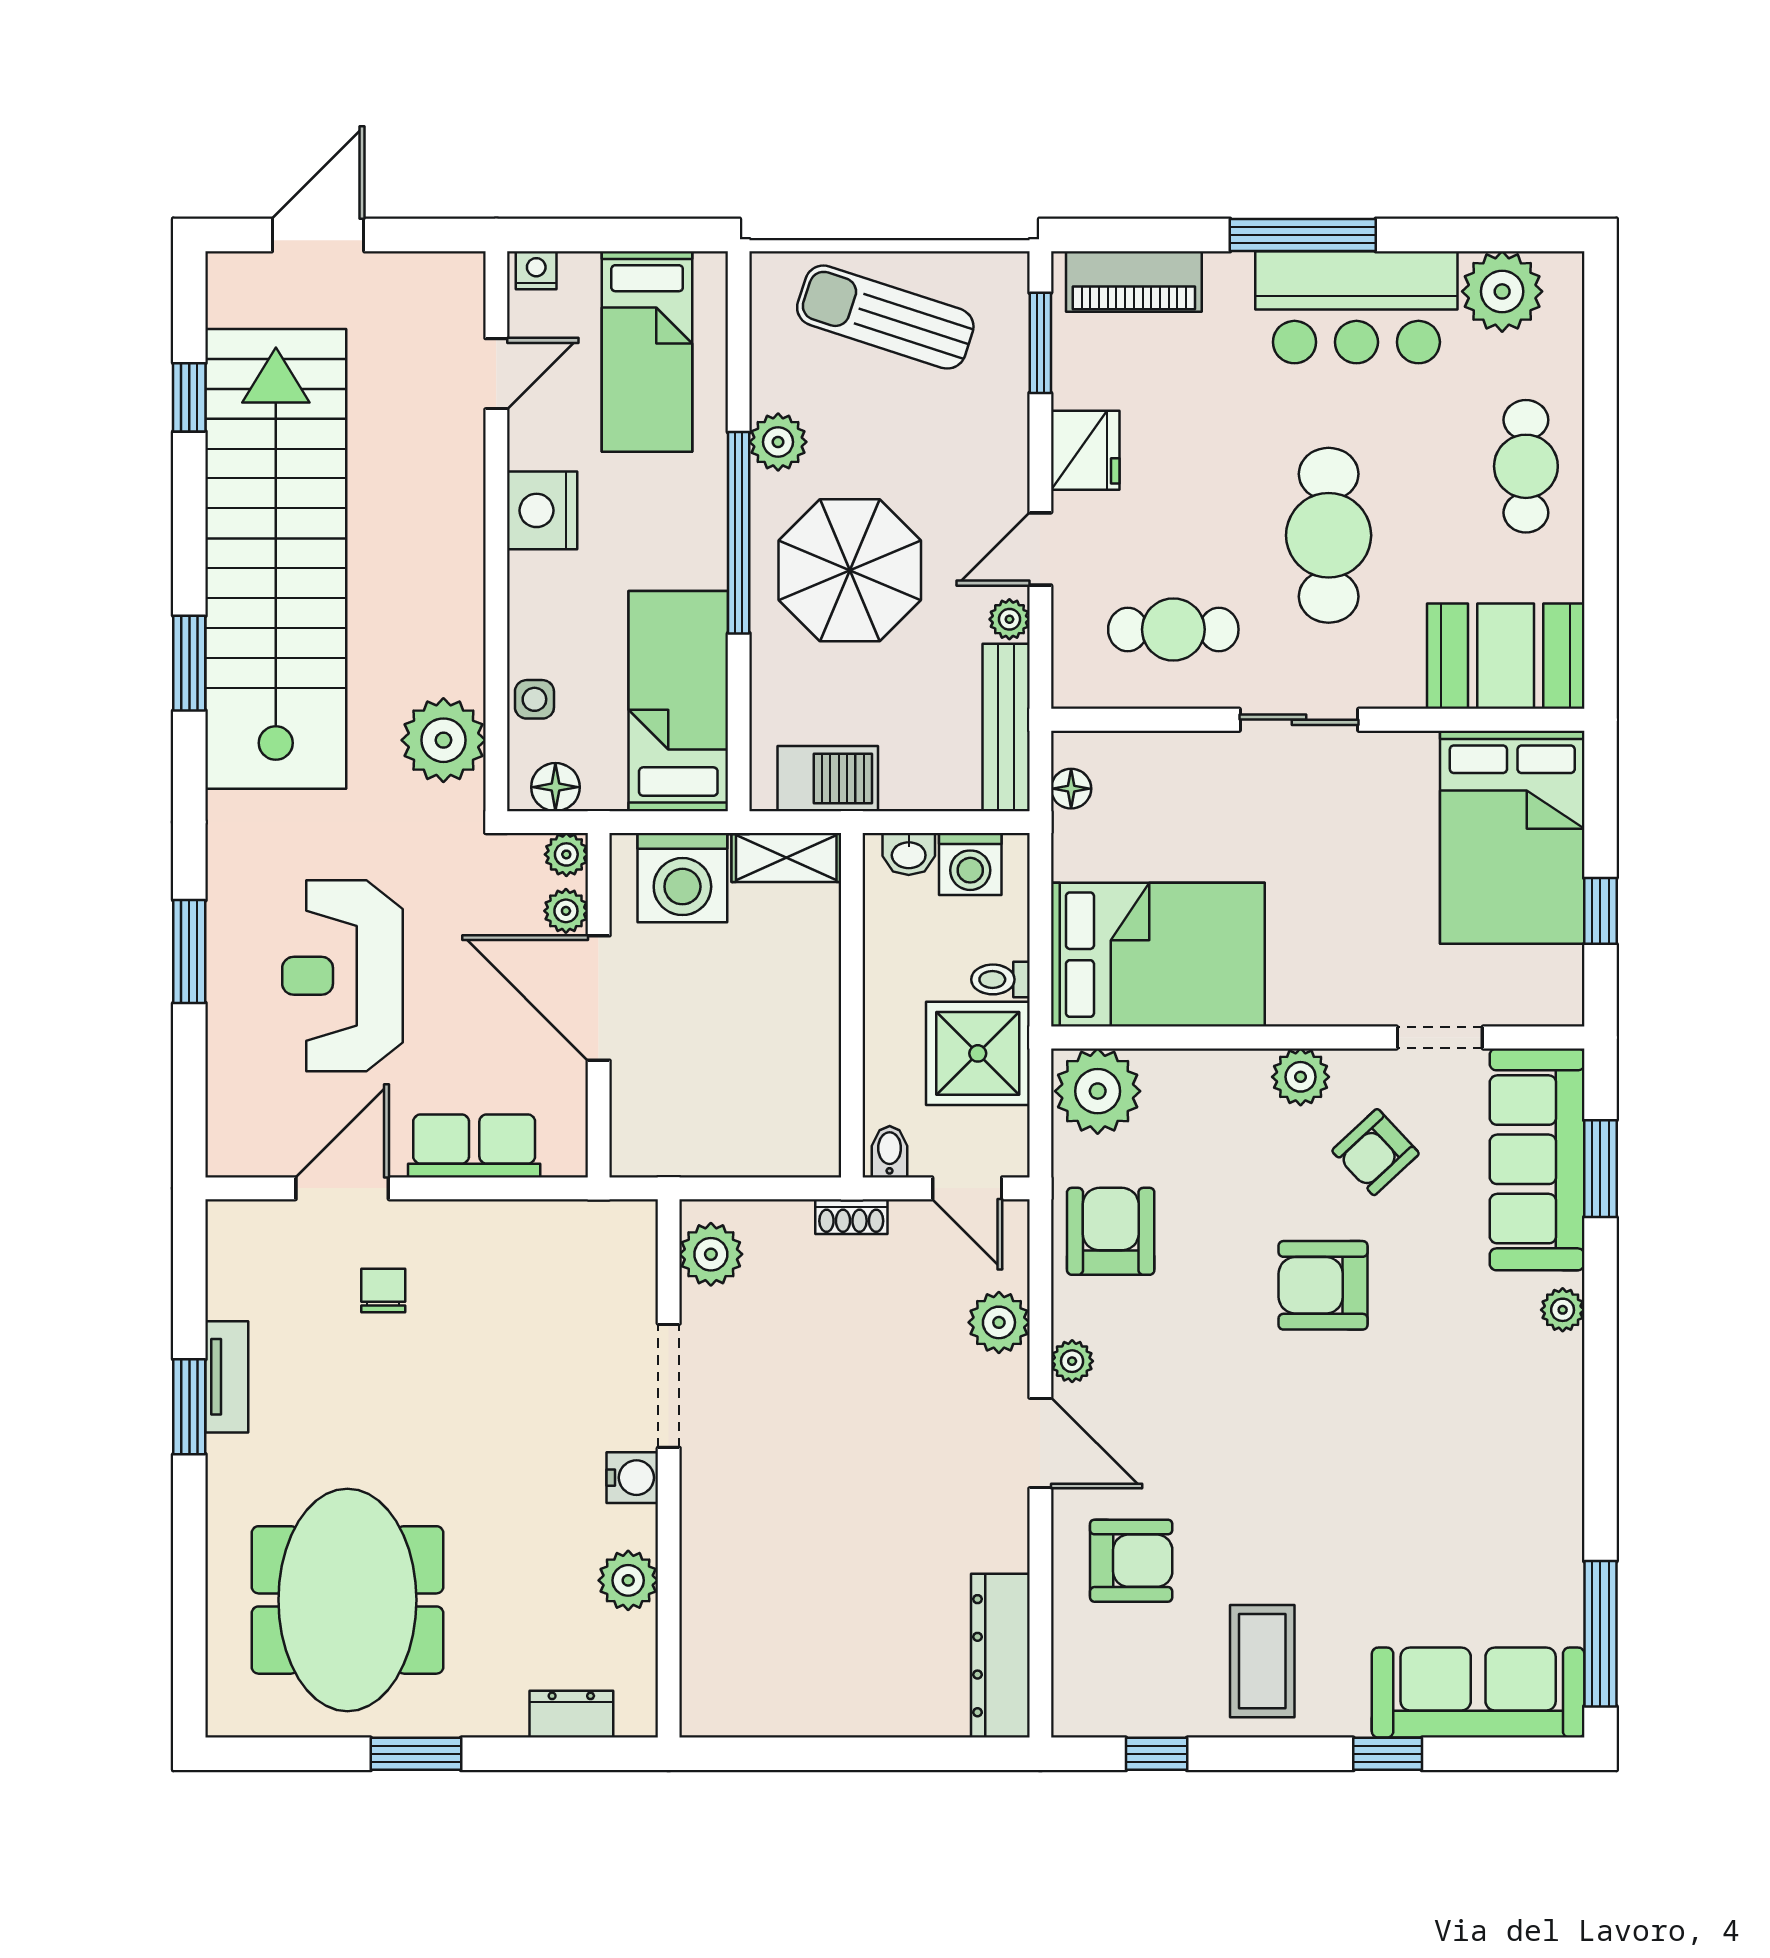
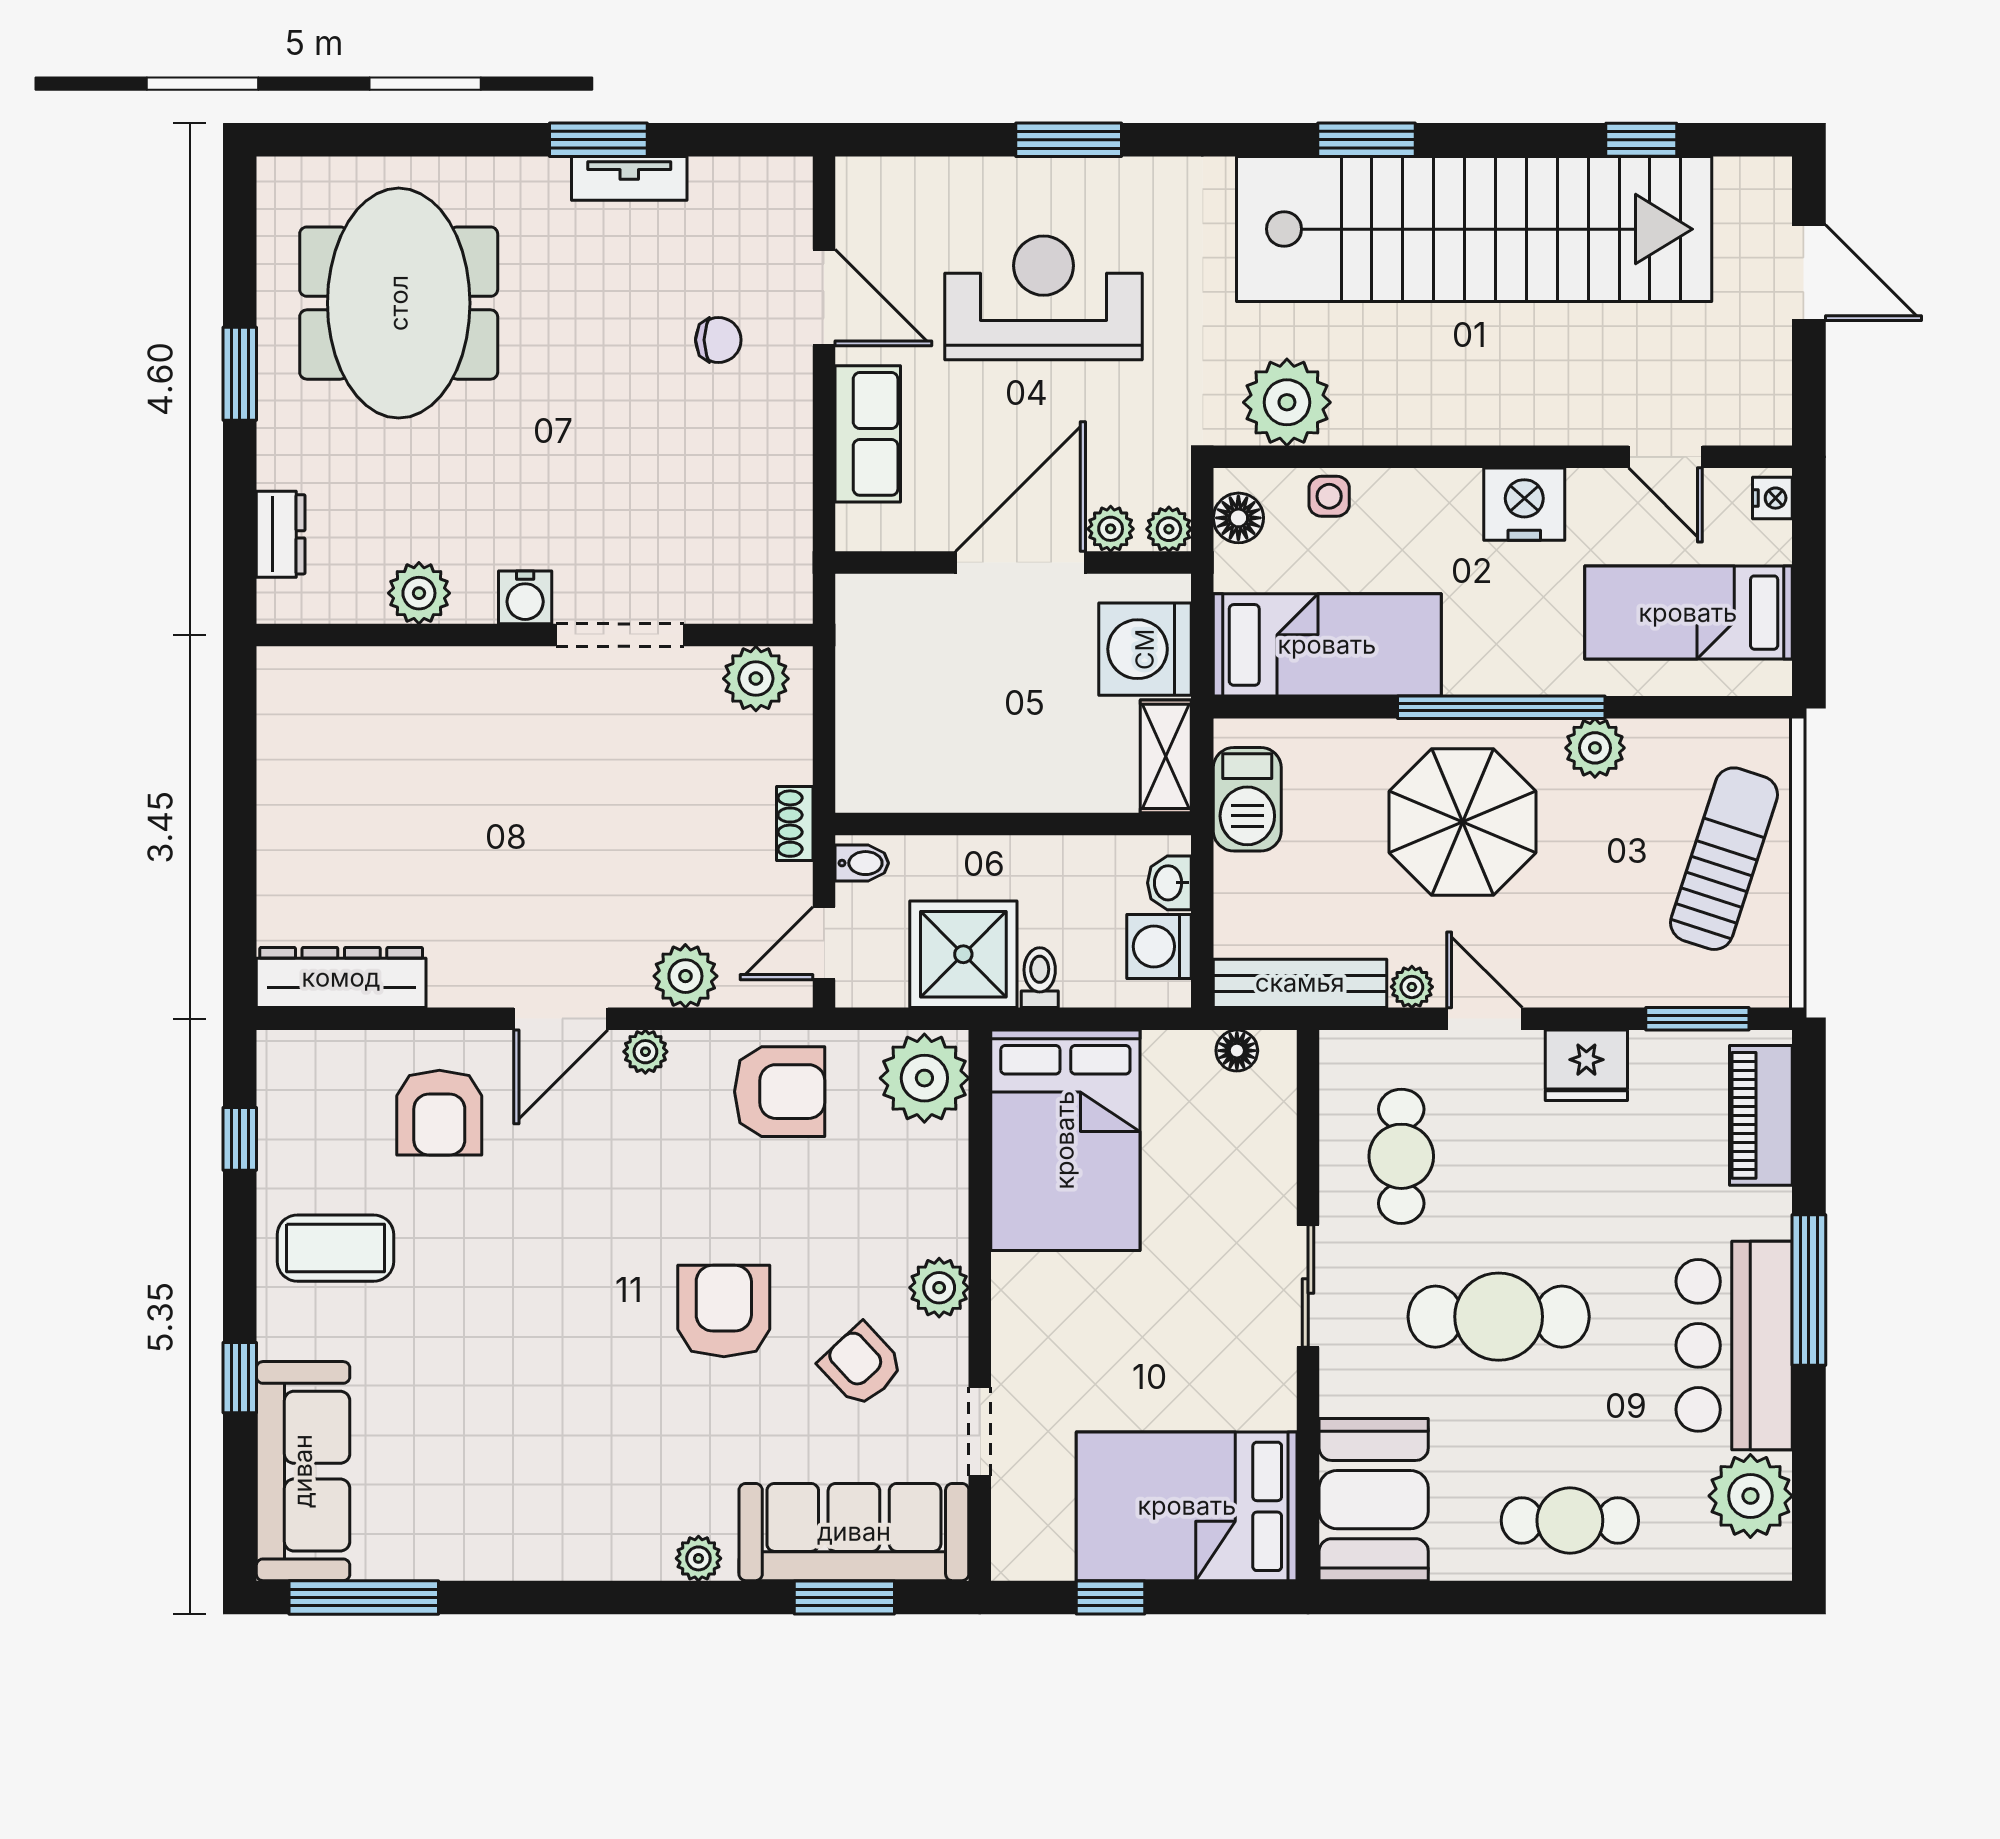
meeting table: (347, 1600) -> (399, 303), turned 90

